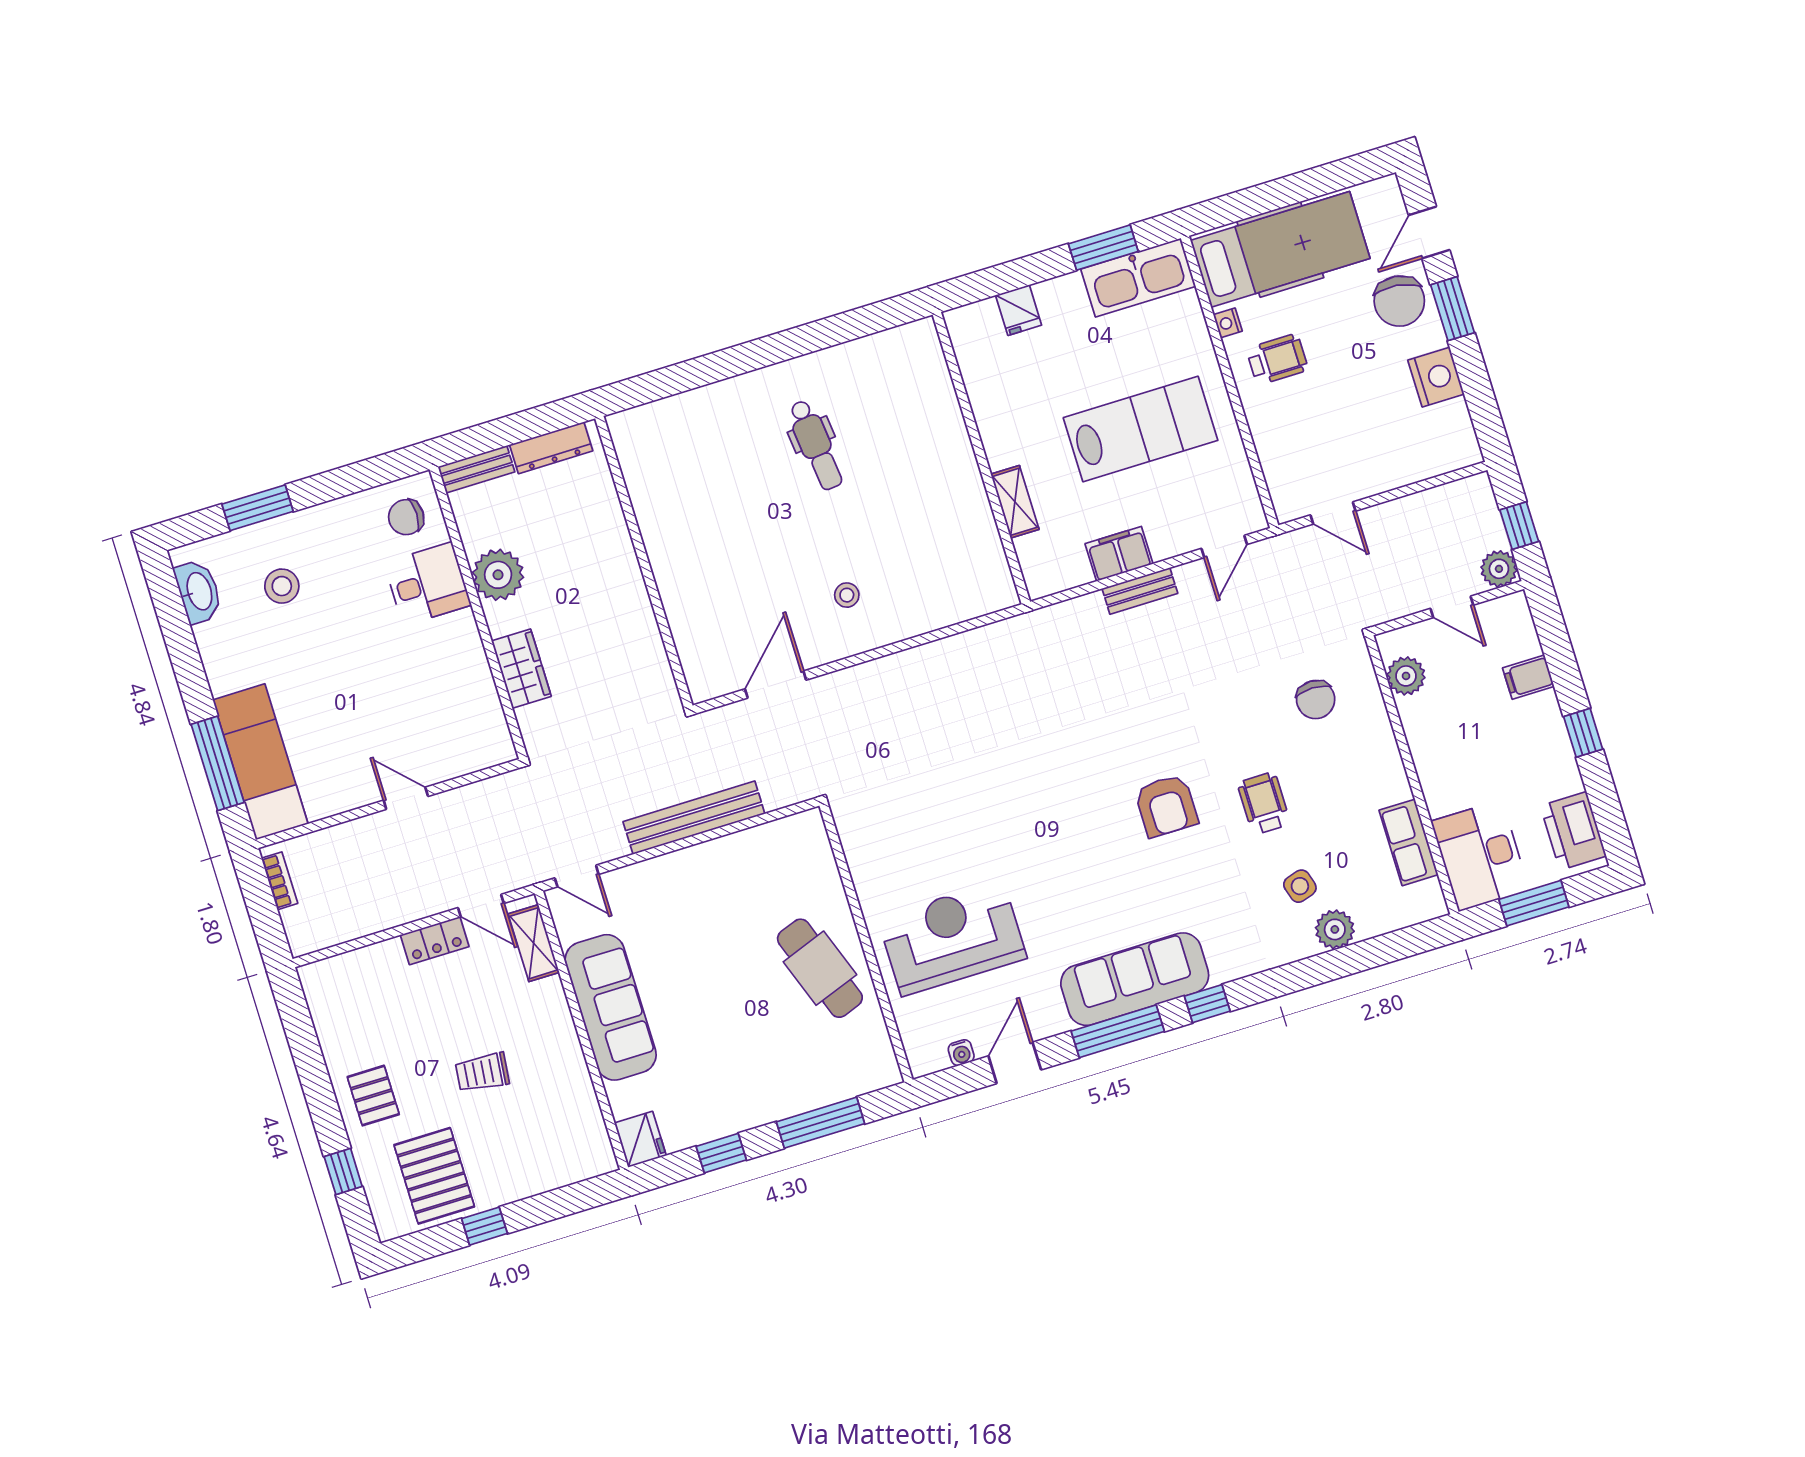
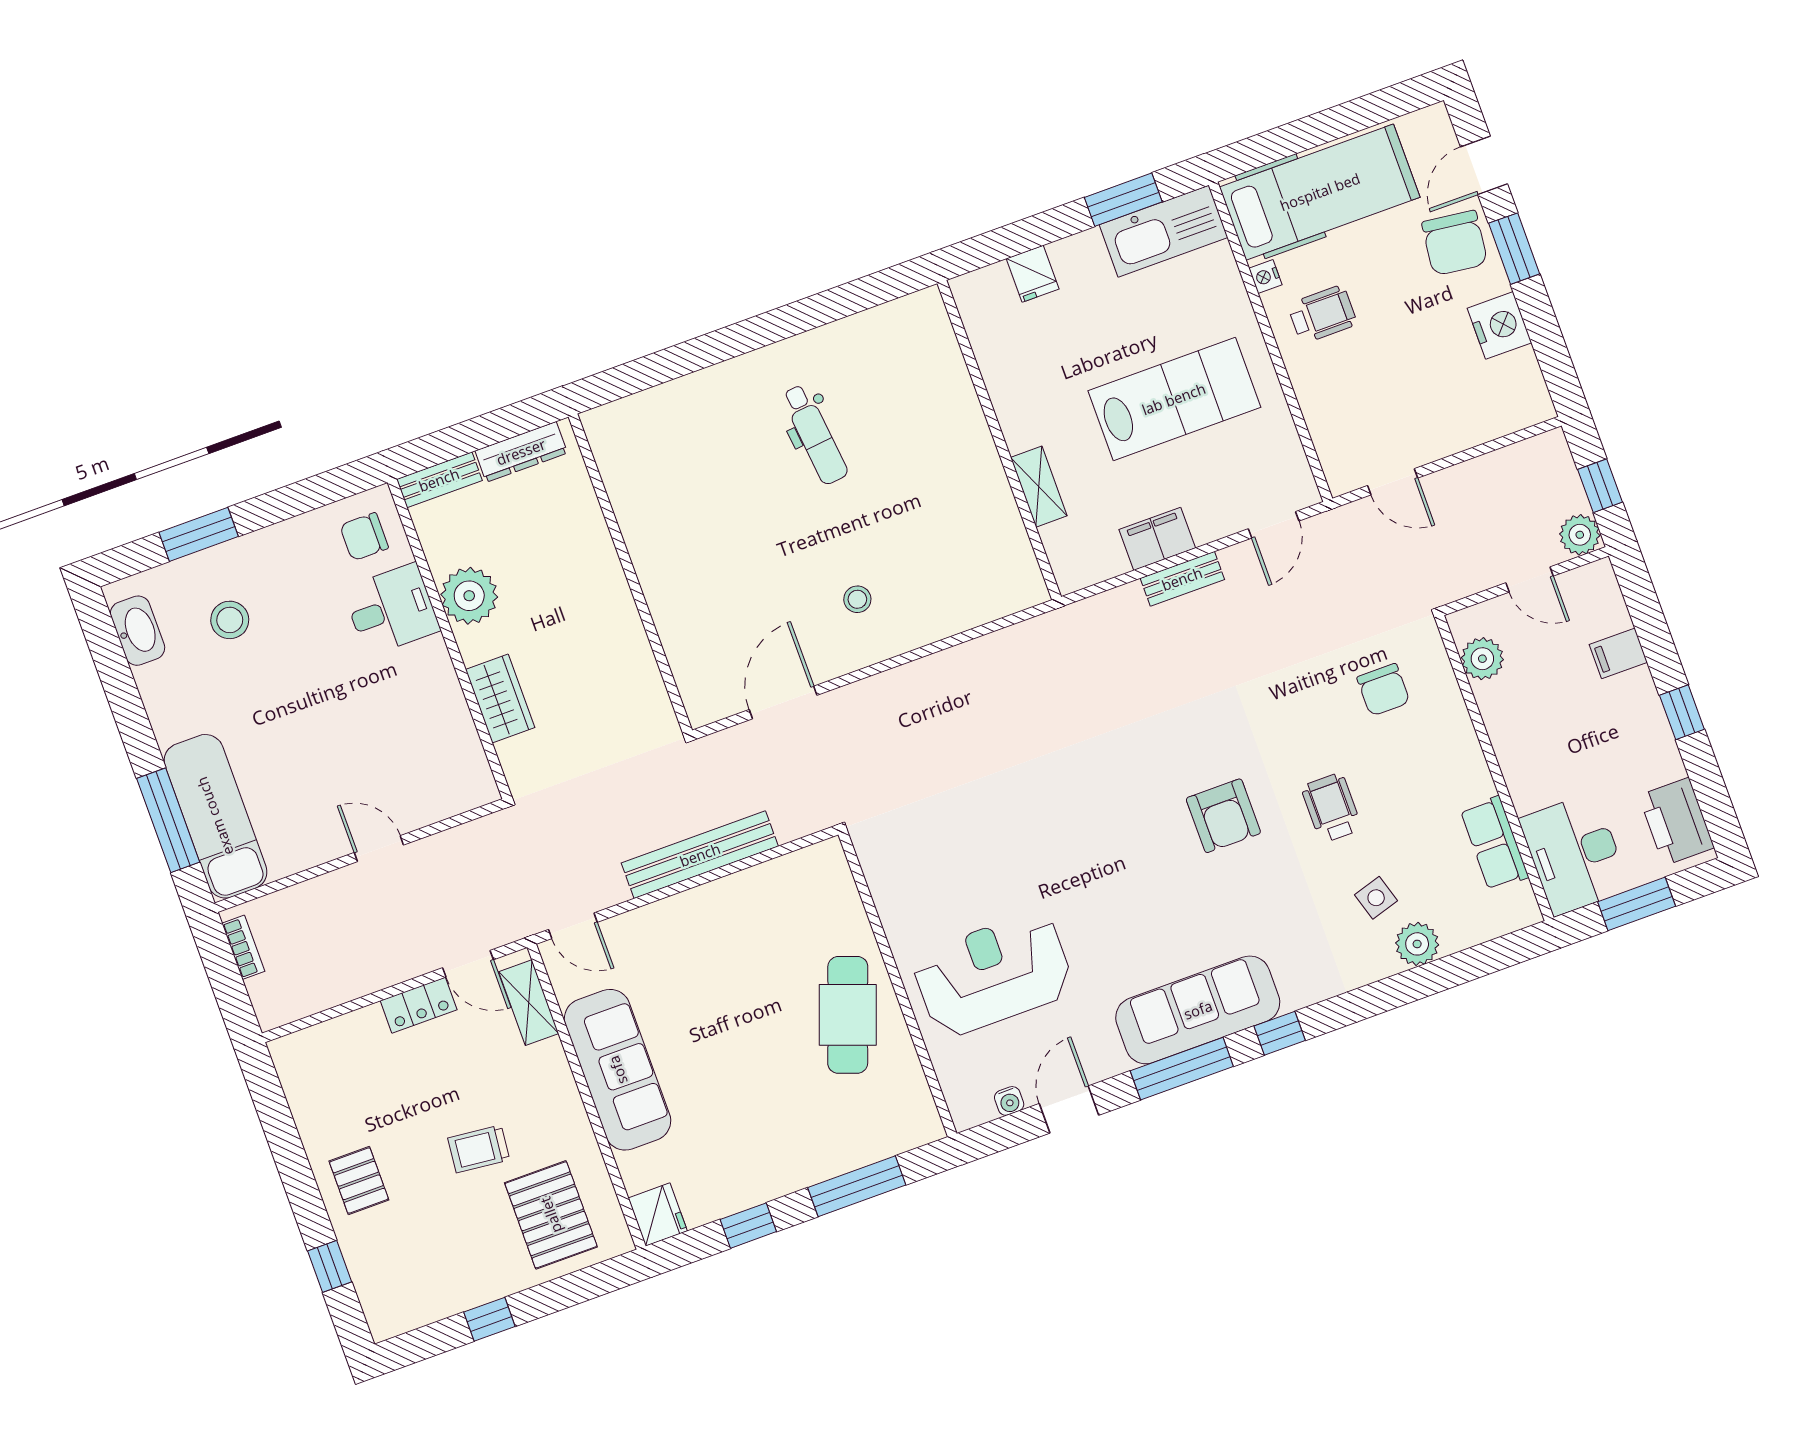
cafe table: (820, 968) -> (848, 1015), turned 40
pallet: (434, 1176) -> (551, 1215), moved

